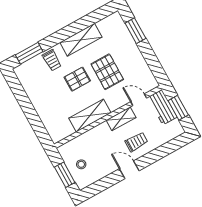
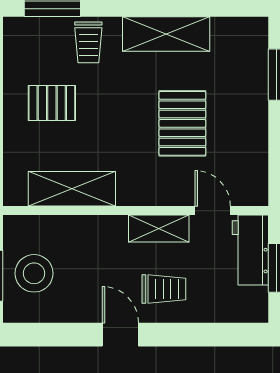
pallet: (77, 79) -> (52, 103), moved
shelving: (90, 116) -> (72, 189), moved
stool: (81, 164) -> (34, 273), width x1.89, depth x1.89

